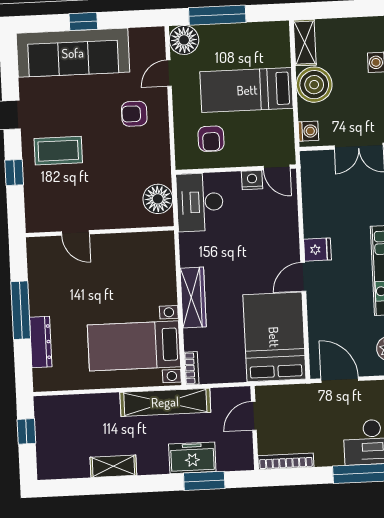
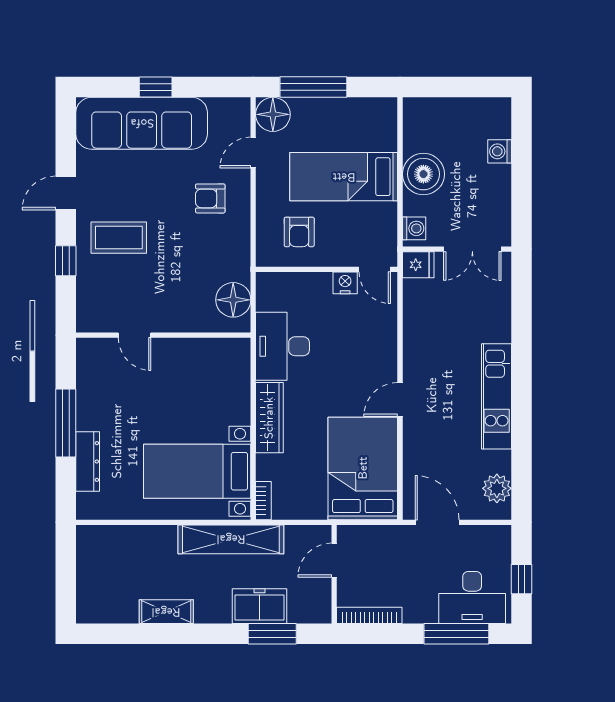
shelving: (305, 43) -> (415, 124), removed
desk: (200, 202) -> (282, 346), moved
fridge: (317, 250) -> (418, 265), moved
window: (26, 431) -> (66, 566), removed

